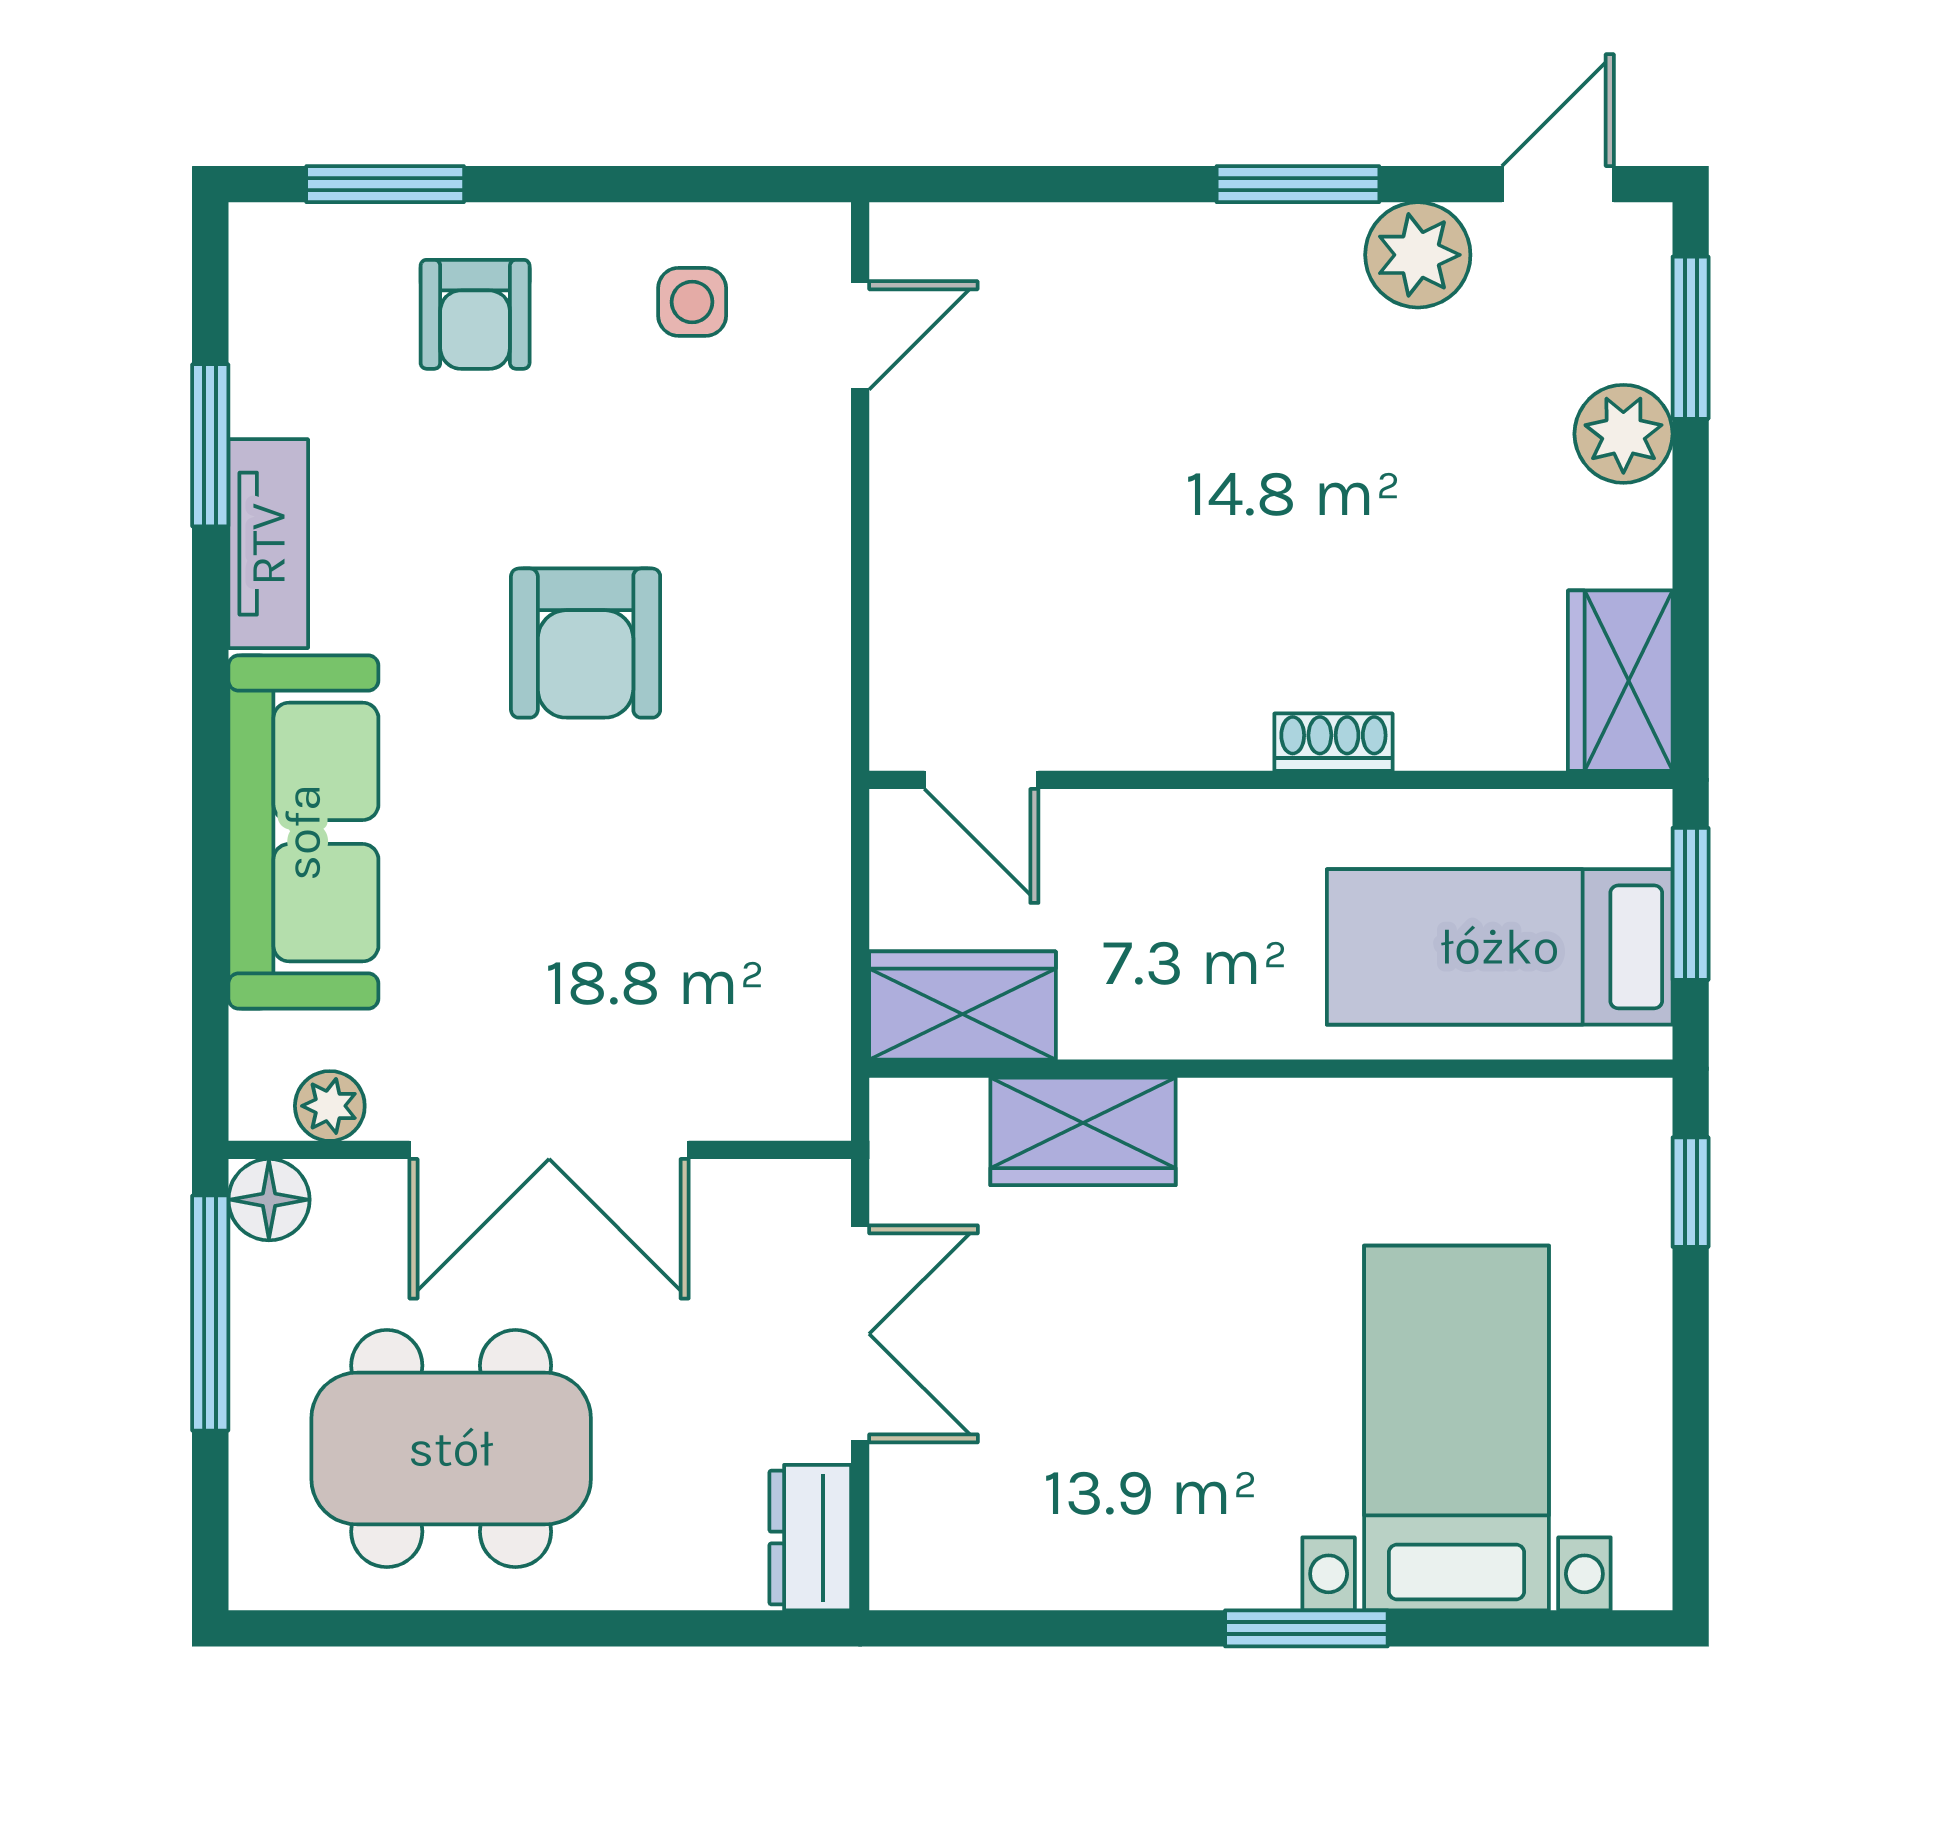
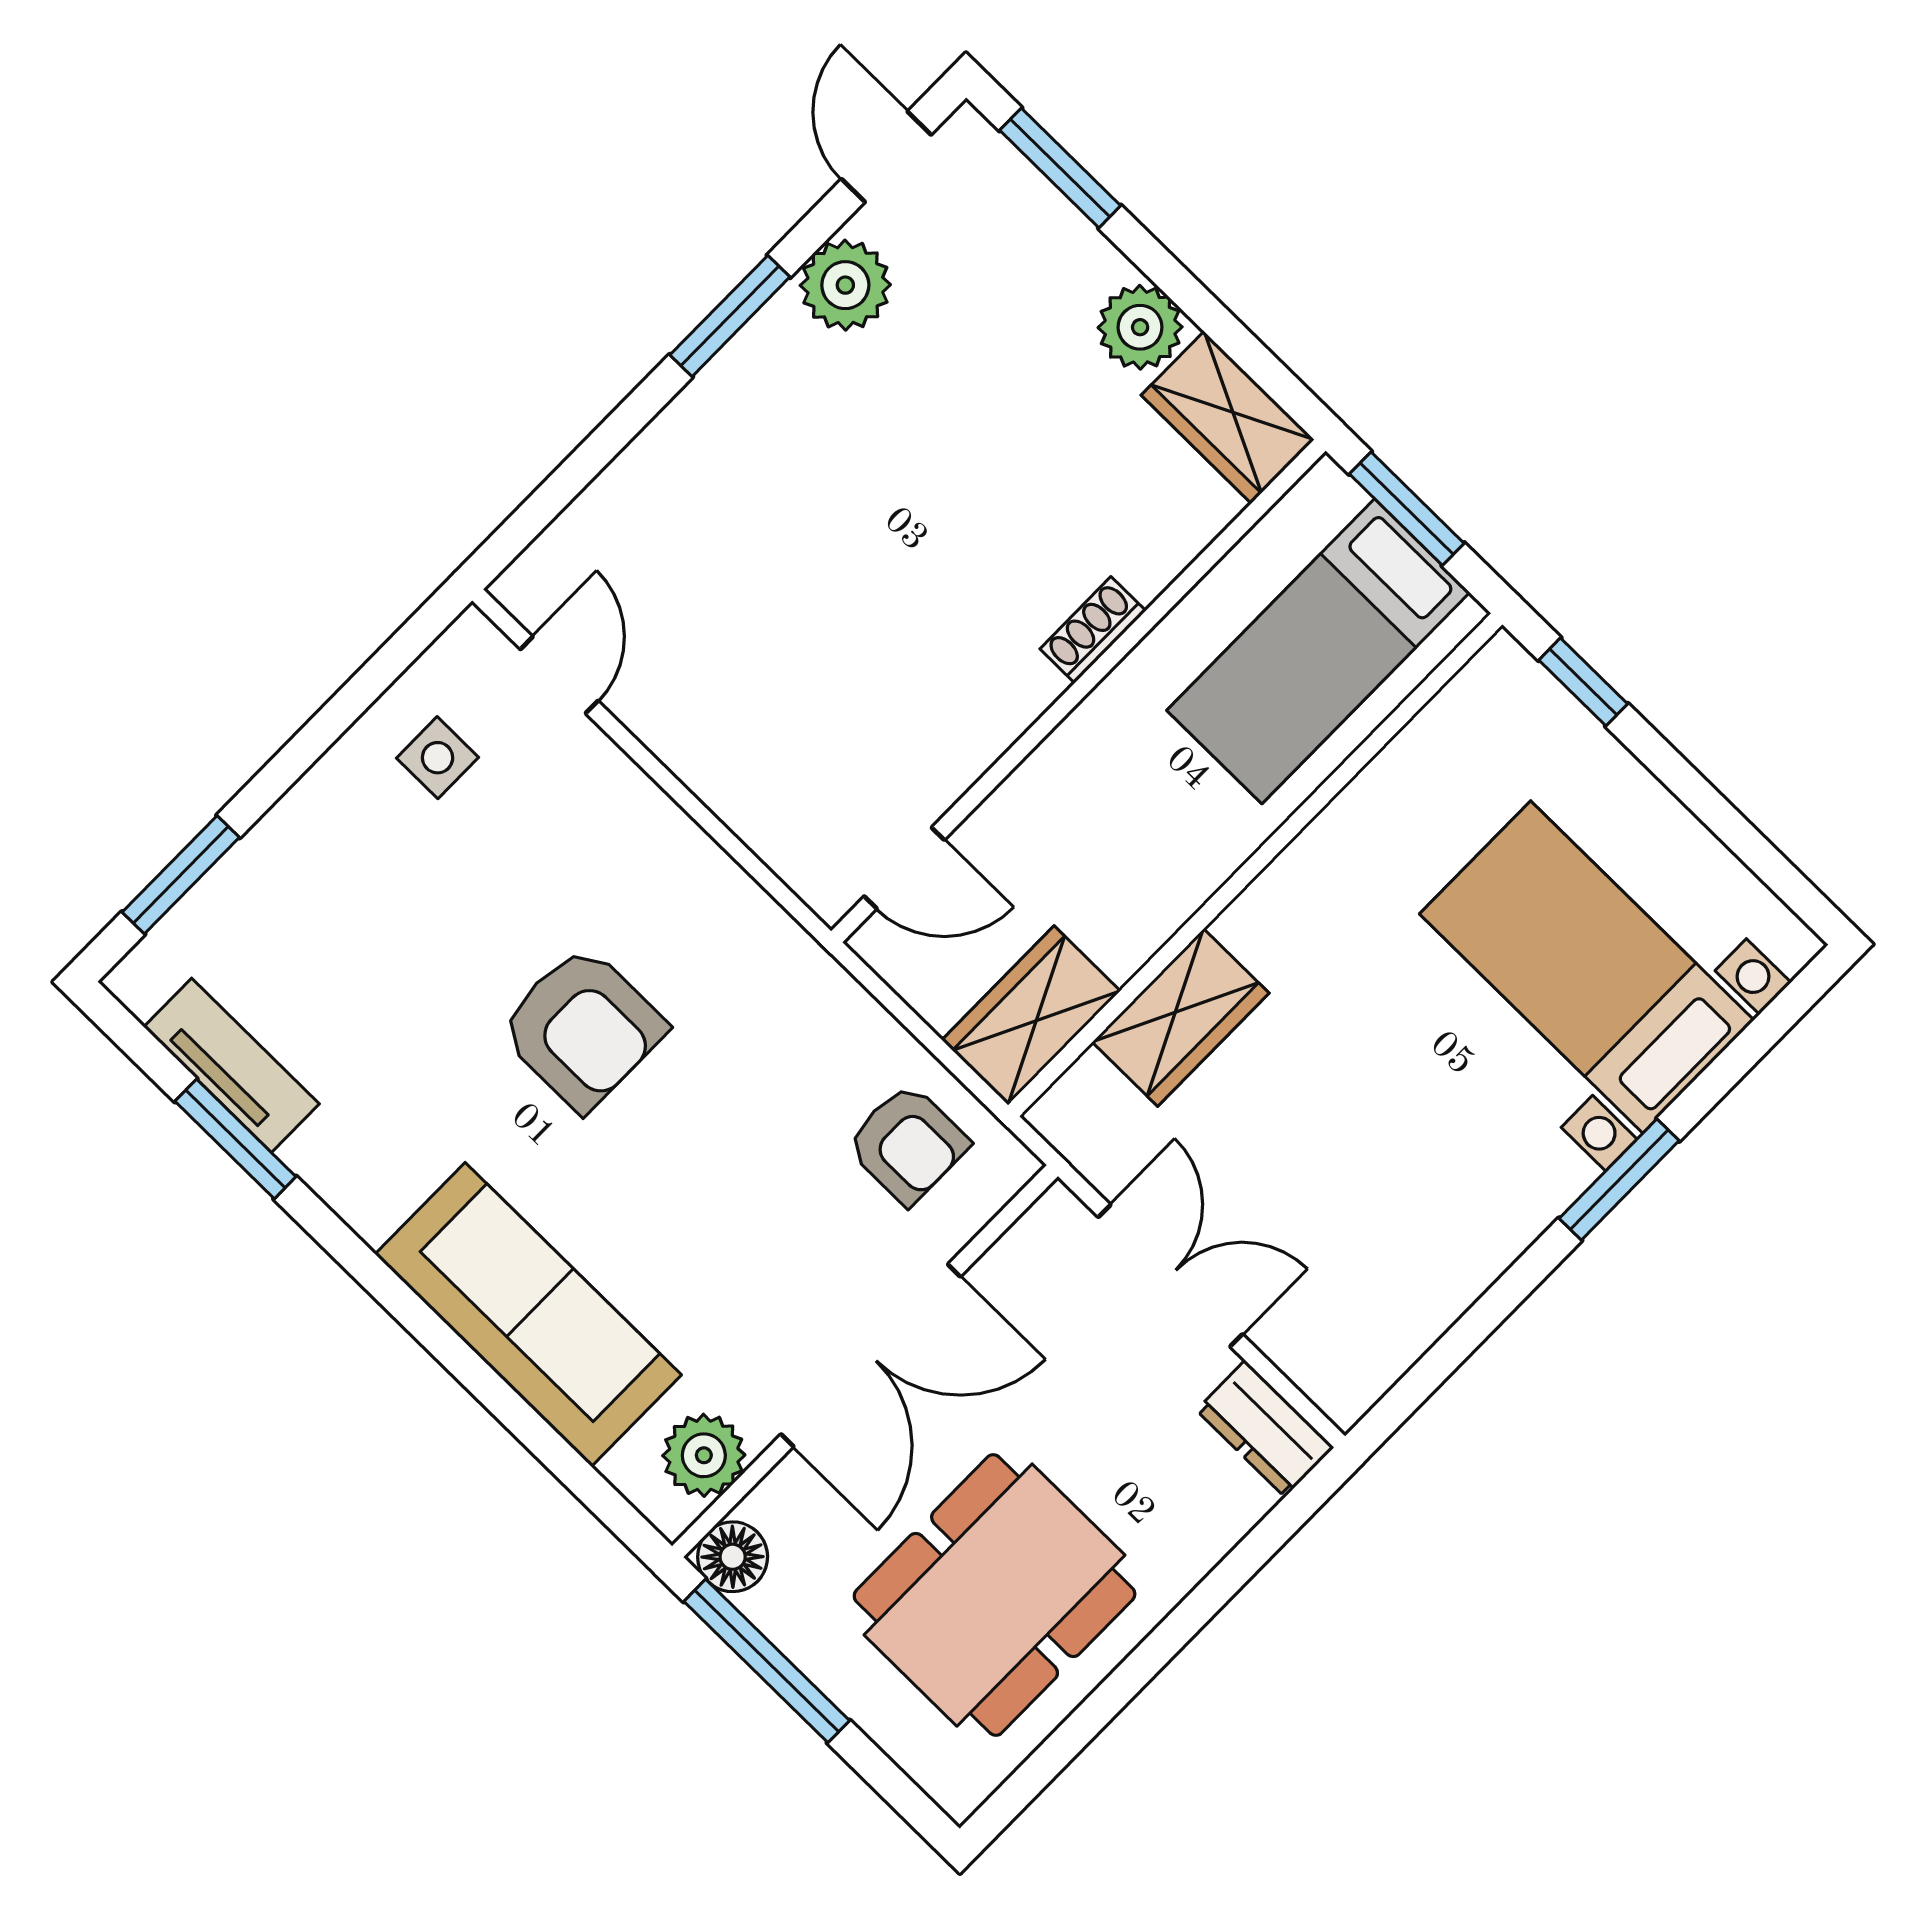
armchair: (475, 314) -> (907, 1144), moved
plant: (1623, 434) -> (1140, 327), moved
tv unit: (268, 544) -> (232, 1065), moved
plant: (330, 1106) -> (704, 1455), width x1.38, depth x1.38

